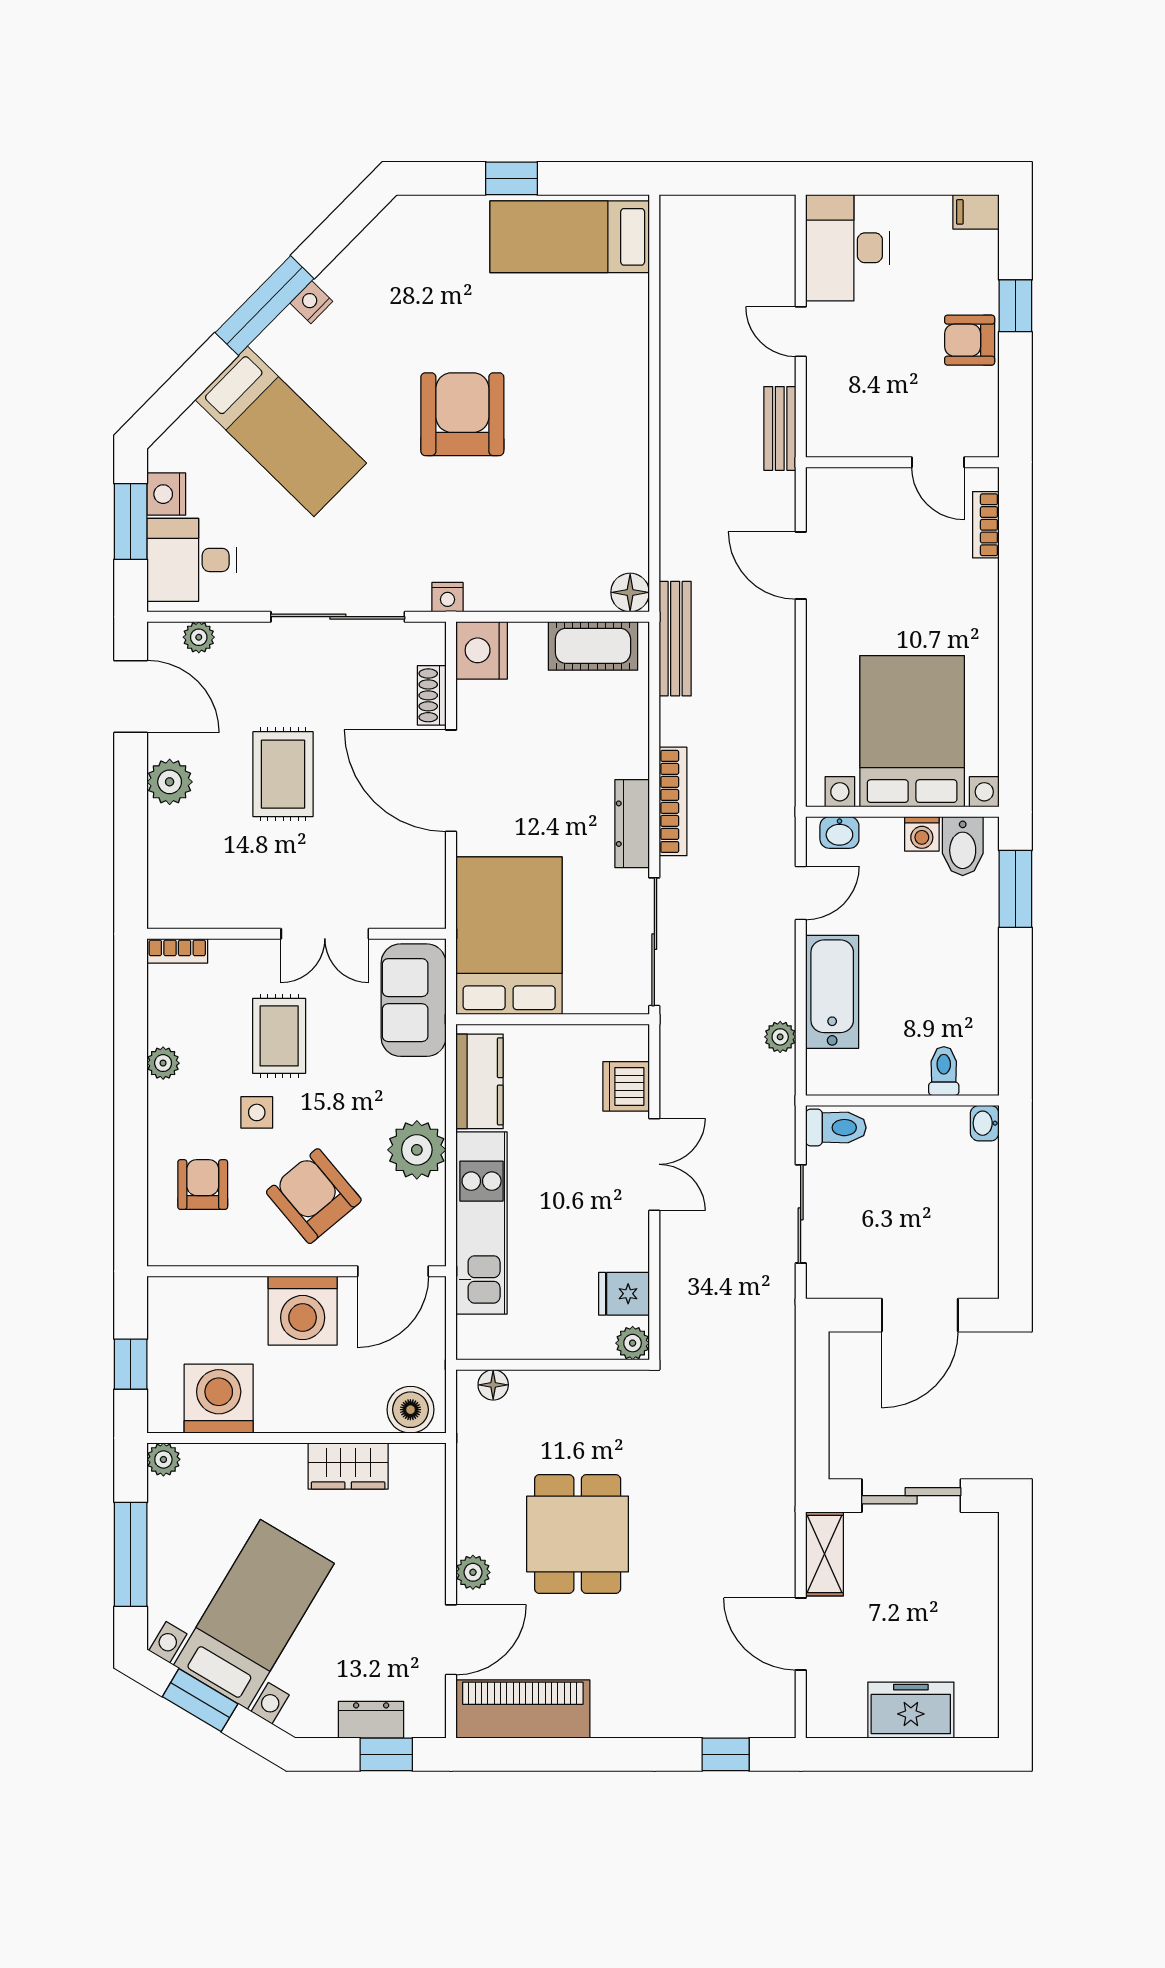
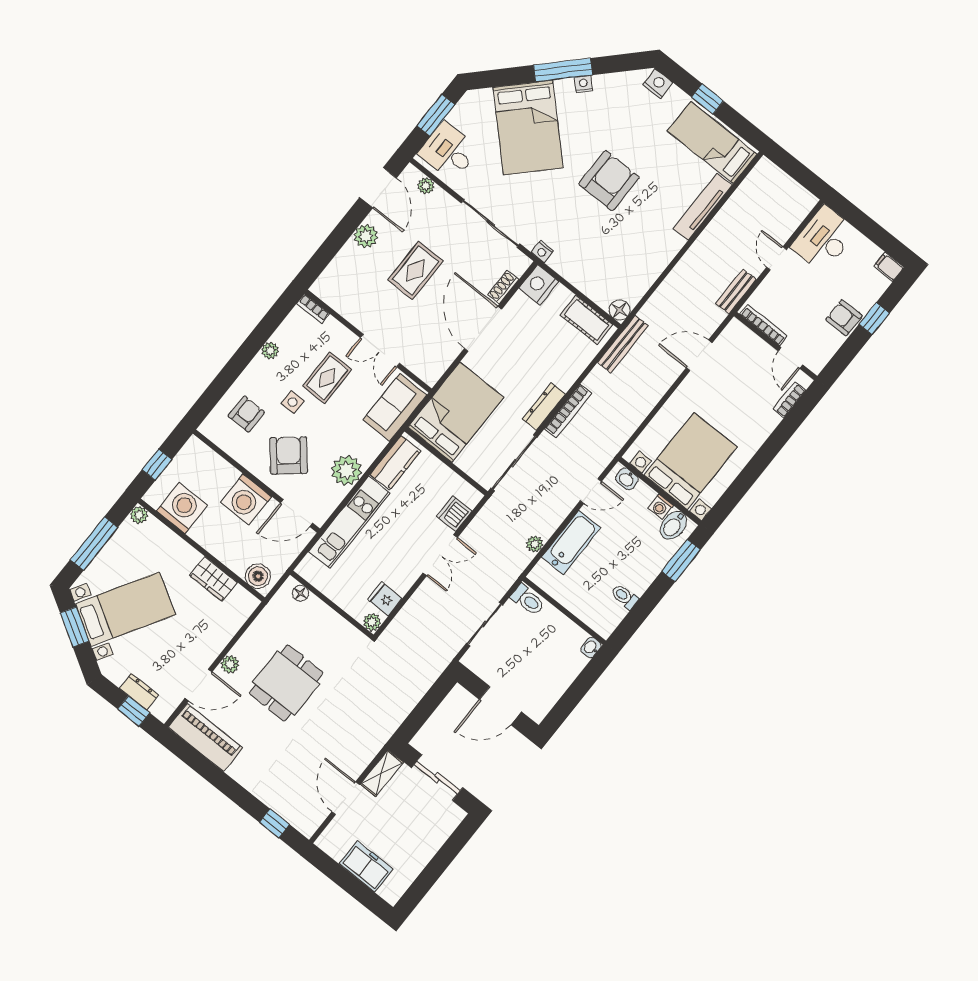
tv unit: (631, 343) -> (703, 207), added
bed: (281, 431) -> (528, 128), width x1.50
bookcase: (860, 445) -> (764, 325), added
nightstand: (166, 494) -> (658, 84), moved, turned 90
door: (801, 565) -> (699, 355), hinge flipped
toilet: (944, 1071) -> (625, 597), moved, turned -90

